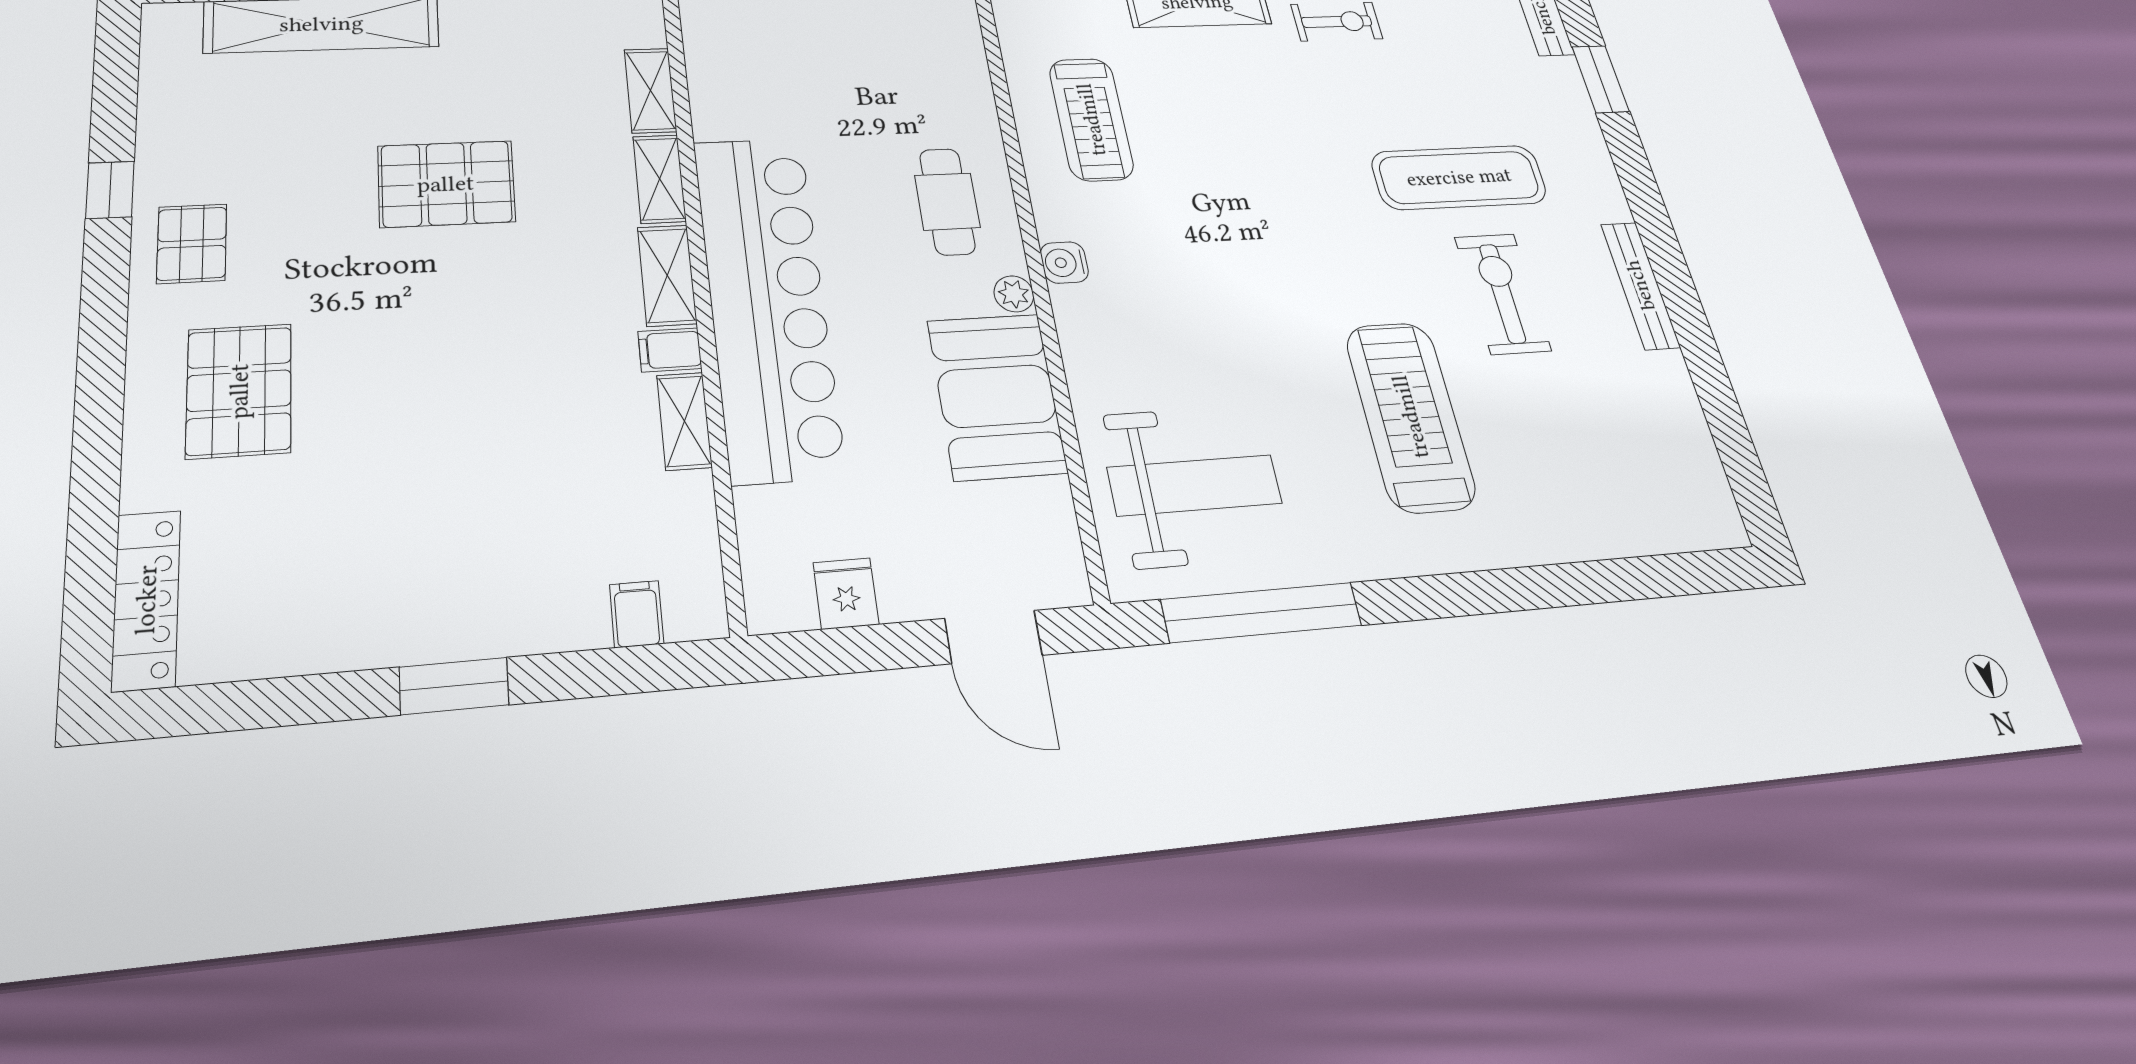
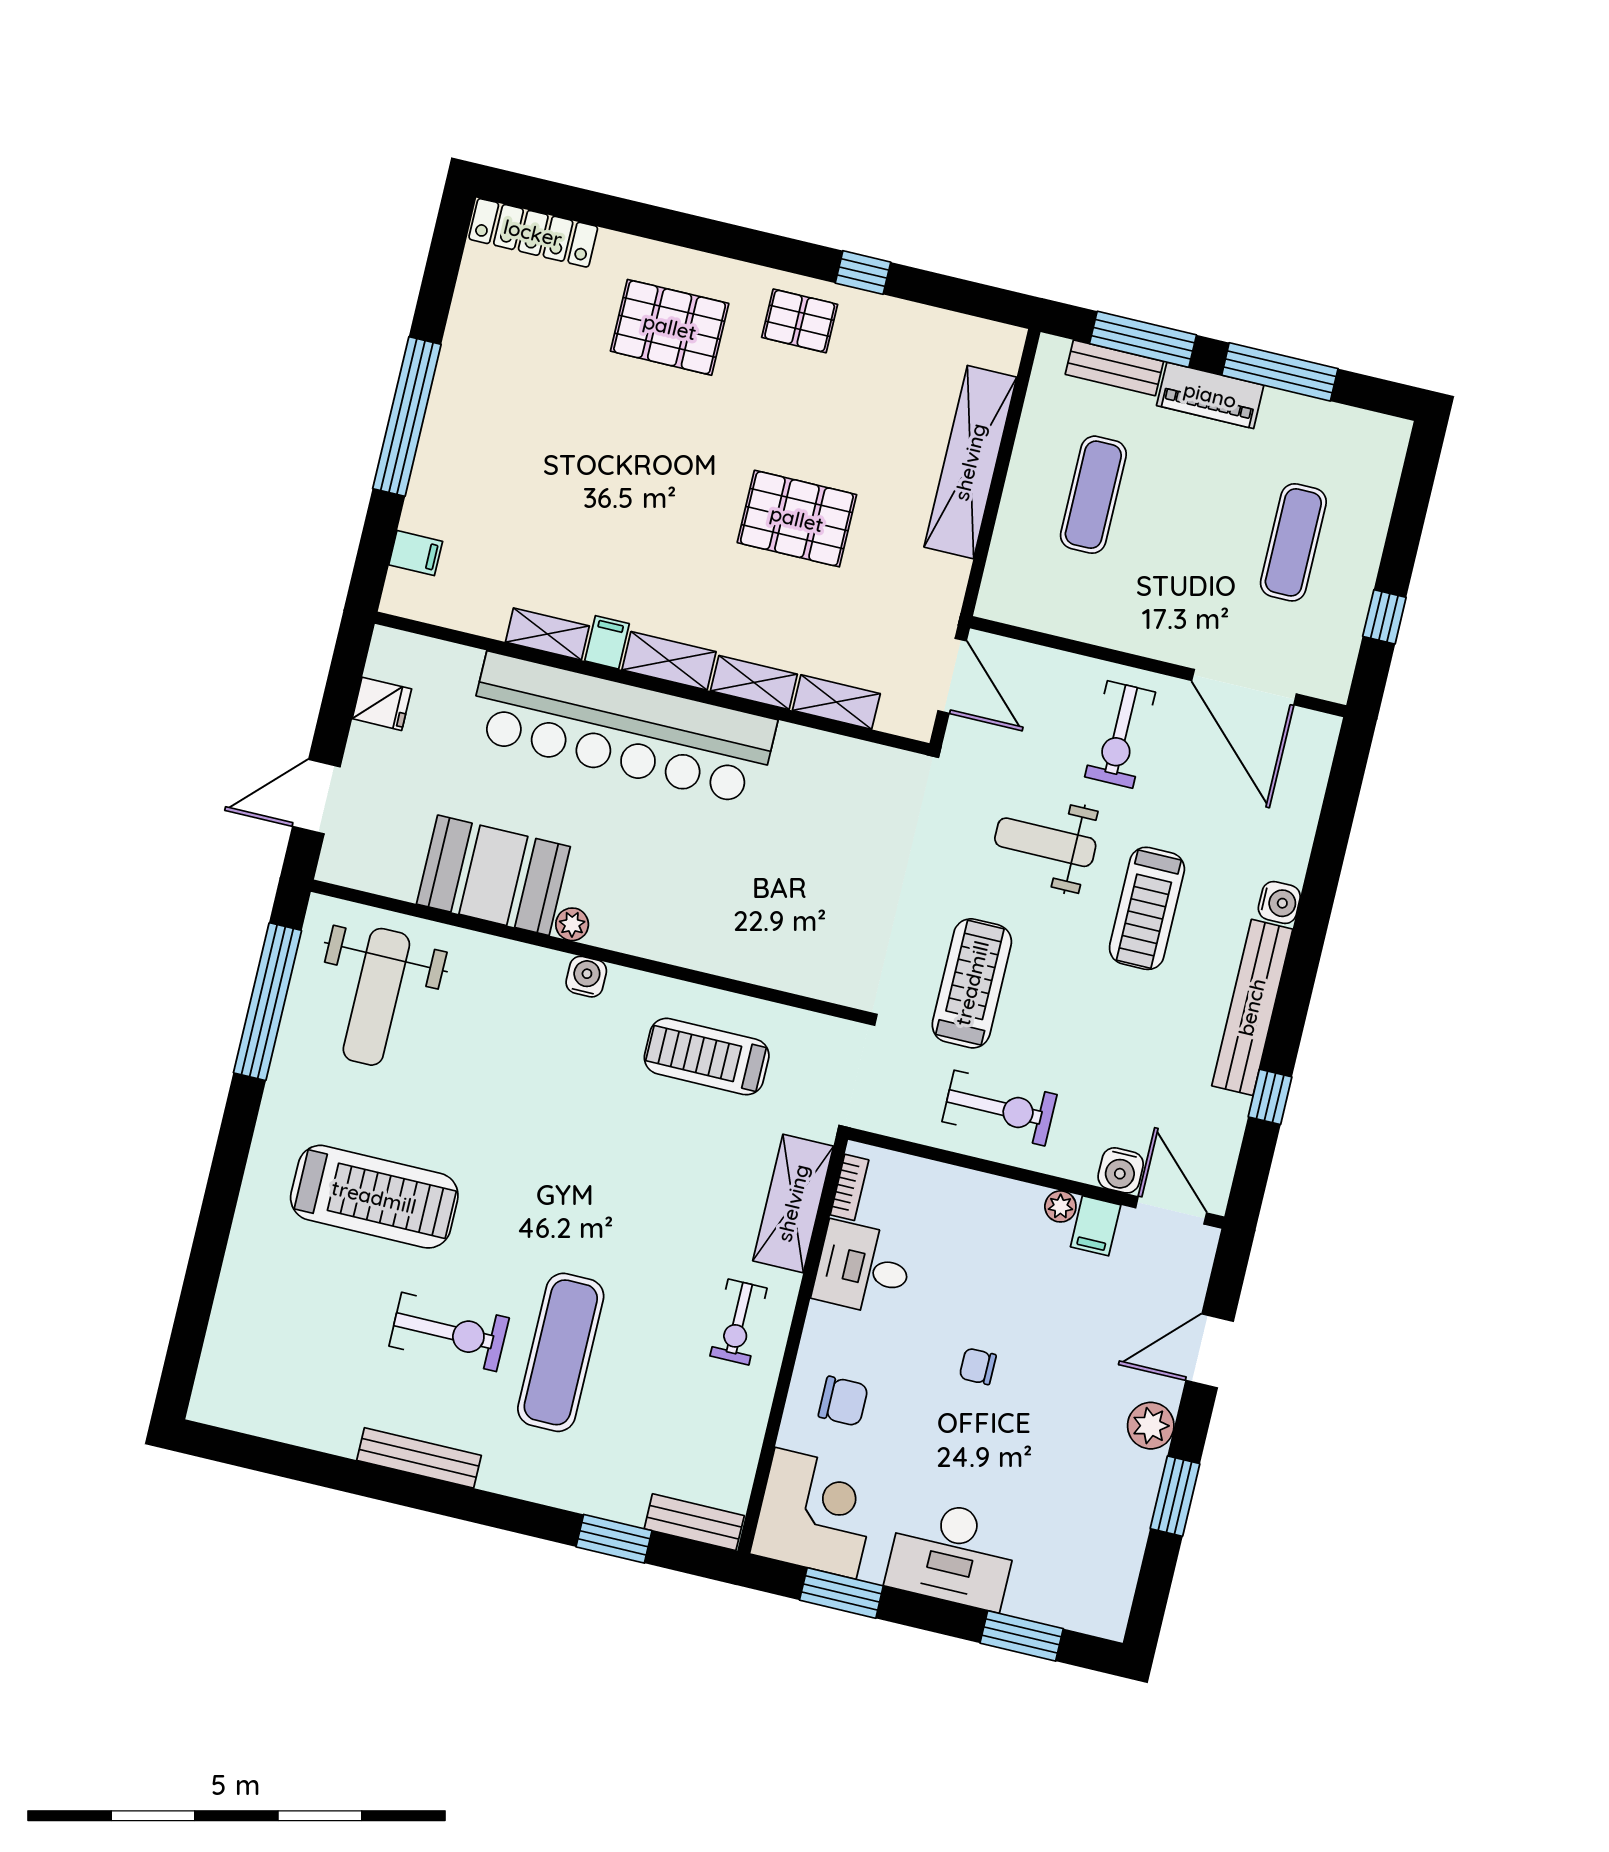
pallet: (446, 184) -> (797, 519), turned 90
cafe table: (947, 201) -> (667, 904), removed
window: (454, 686) -> (407, 416), width x2.11

